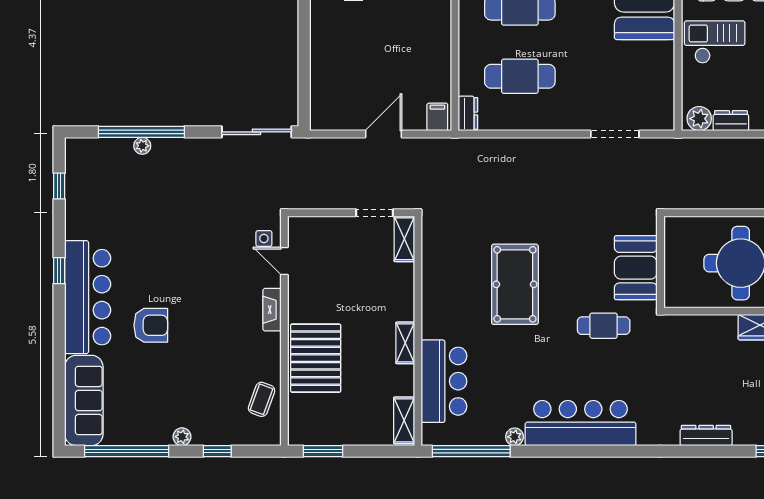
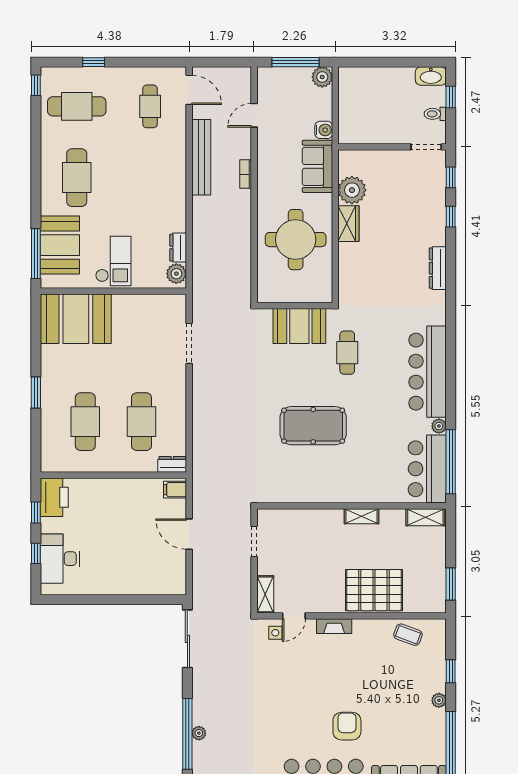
checkout: (715, 42) -> (113, 261), turned 180
shelving: (404, 239) -> (265, 594), moved, turned 90
bar counter: (444, 381) -> (427, 469), moved, turned -90

